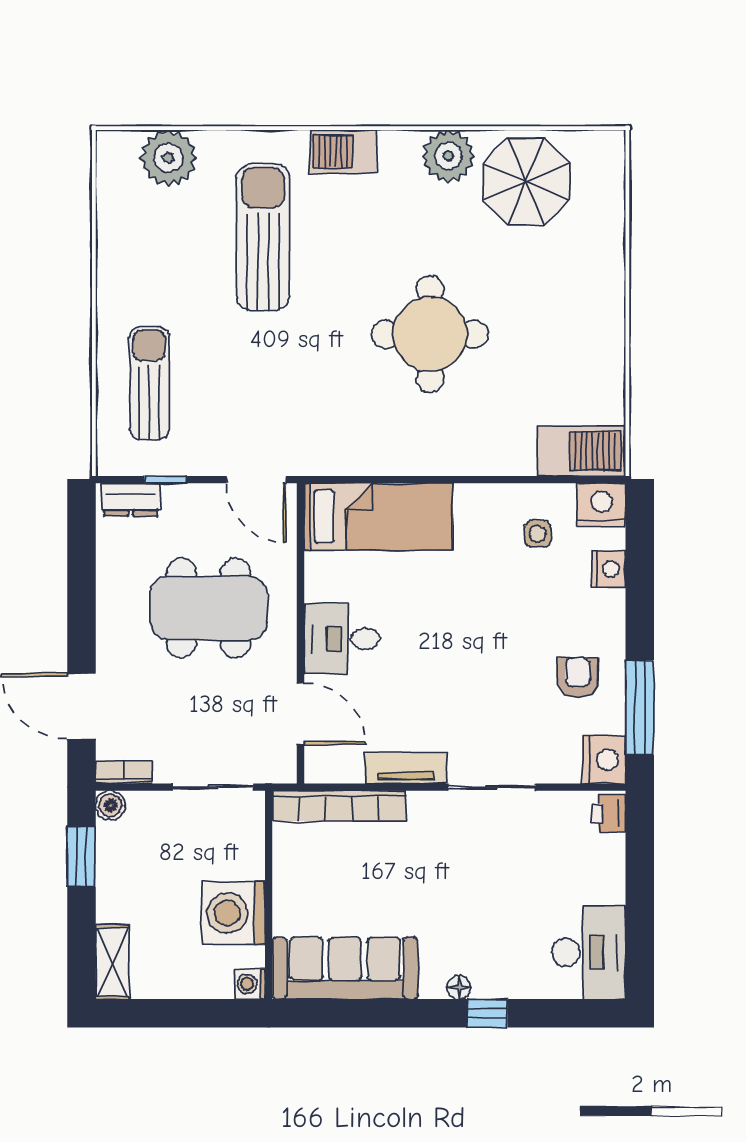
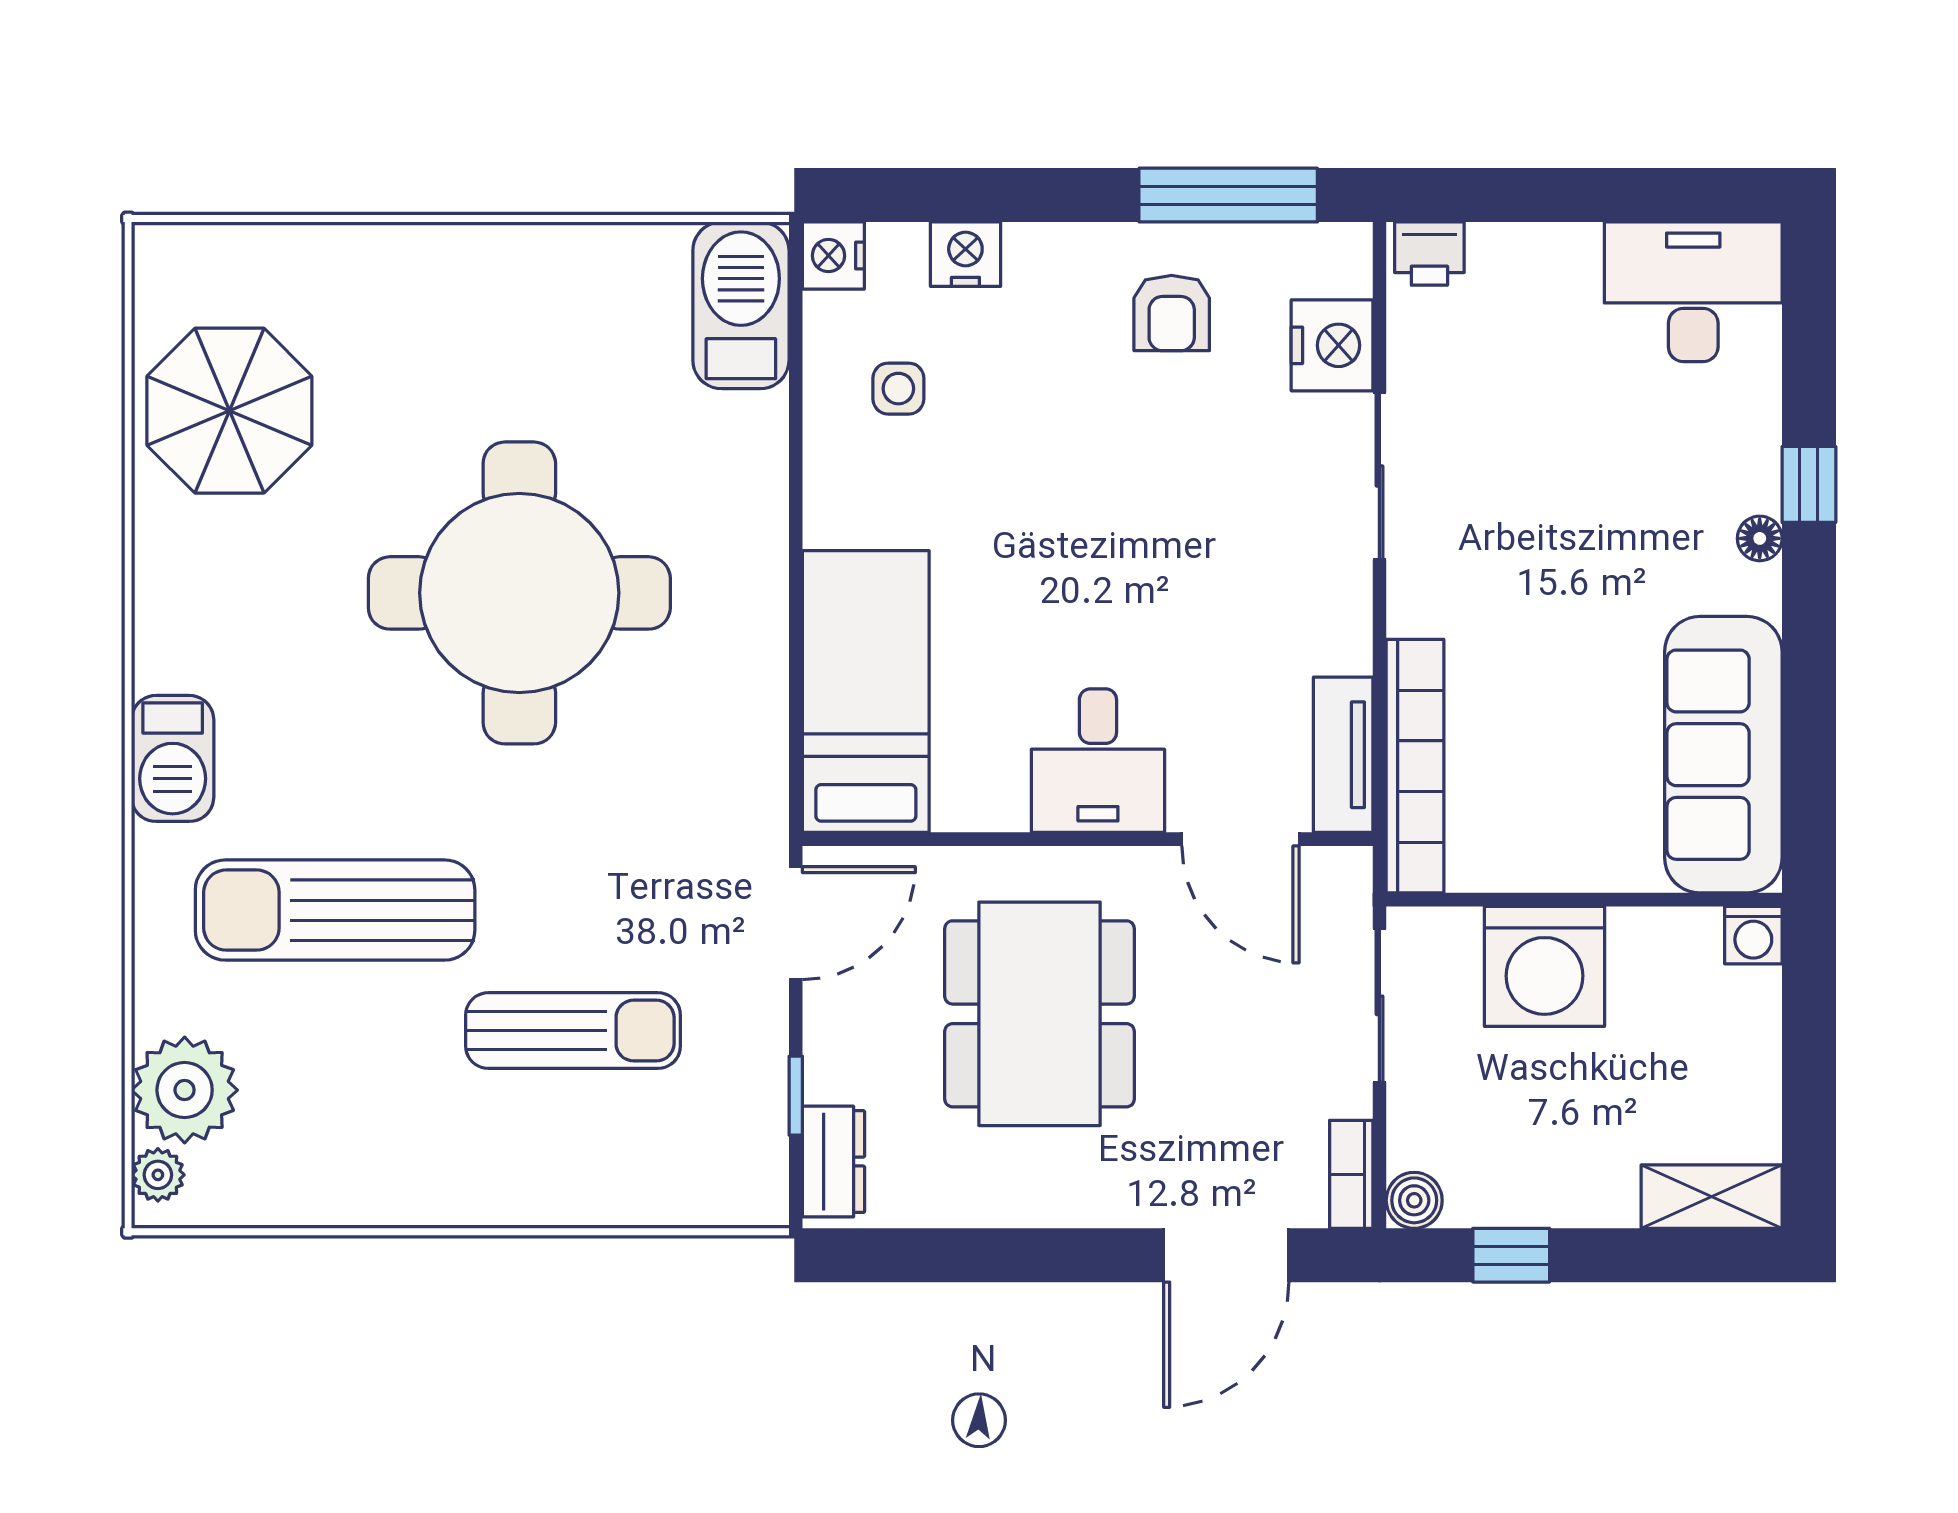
plant: (448, 156) -> (158, 1175), moved, width x0.53, depth x0.53
round table: (430, 334) -> (519, 593), width x1.36, depth x1.36
sun lounger: (149, 383) -> (573, 1031), moved, turned 180
nightstand: (601, 505) -> (833, 256), width x0.74, depth x0.75
armchair: (578, 678) -> (1172, 313), turned -90
door: (300, 714) -> (1240, 839), swing flipped
nightstand: (604, 760) -> (1332, 345), moved, turned 90
tv unit: (406, 768) -> (1343, 755), moved
window: (81, 856) -> (1511, 1255), width x0.67
washing machine: (234, 913) -> (1544, 966), moved

